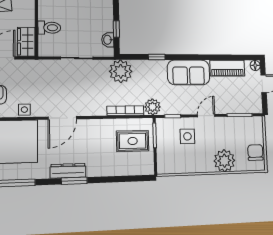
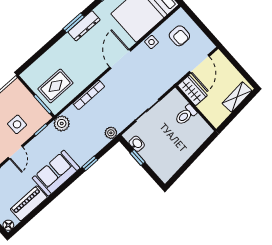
plant: (121, 71) -> (111, 133), width x0.53, depth x0.53
bookcase: (125, 111) -> (89, 95), moved

